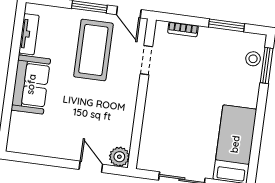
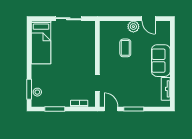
coffee table: (93, 50) -> (125, 48), moved, width x0.54, depth x0.58
plant: (119, 157) -> (133, 27), moved
door: (91, 167) -> (148, 19), moved

